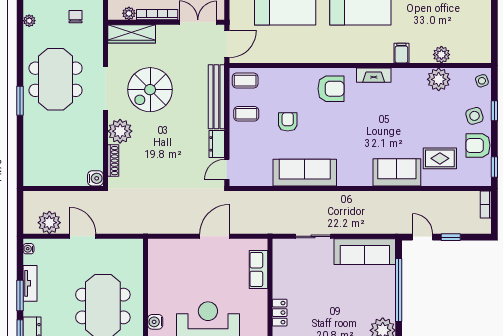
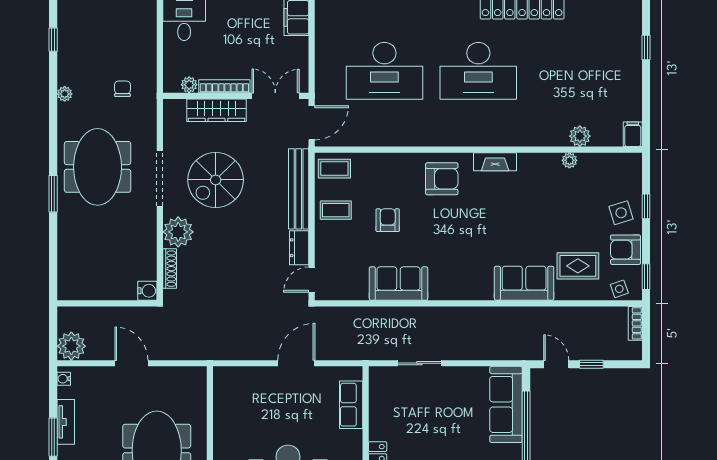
wardrobe: (132, 34) -> (217, 110), moved
filing cabinet: (401, 53) -> (633, 134), moved
plant: (439, 79) -> (569, 160), width x0.53, depth x0.53
side table: (482, 81) -> (619, 289), moved
sofa: (305, 173) -> (399, 284), width x0.73
plant: (49, 223) -> (71, 346), moved
sofa: (365, 252) -> (506, 404), moved, turned 90

